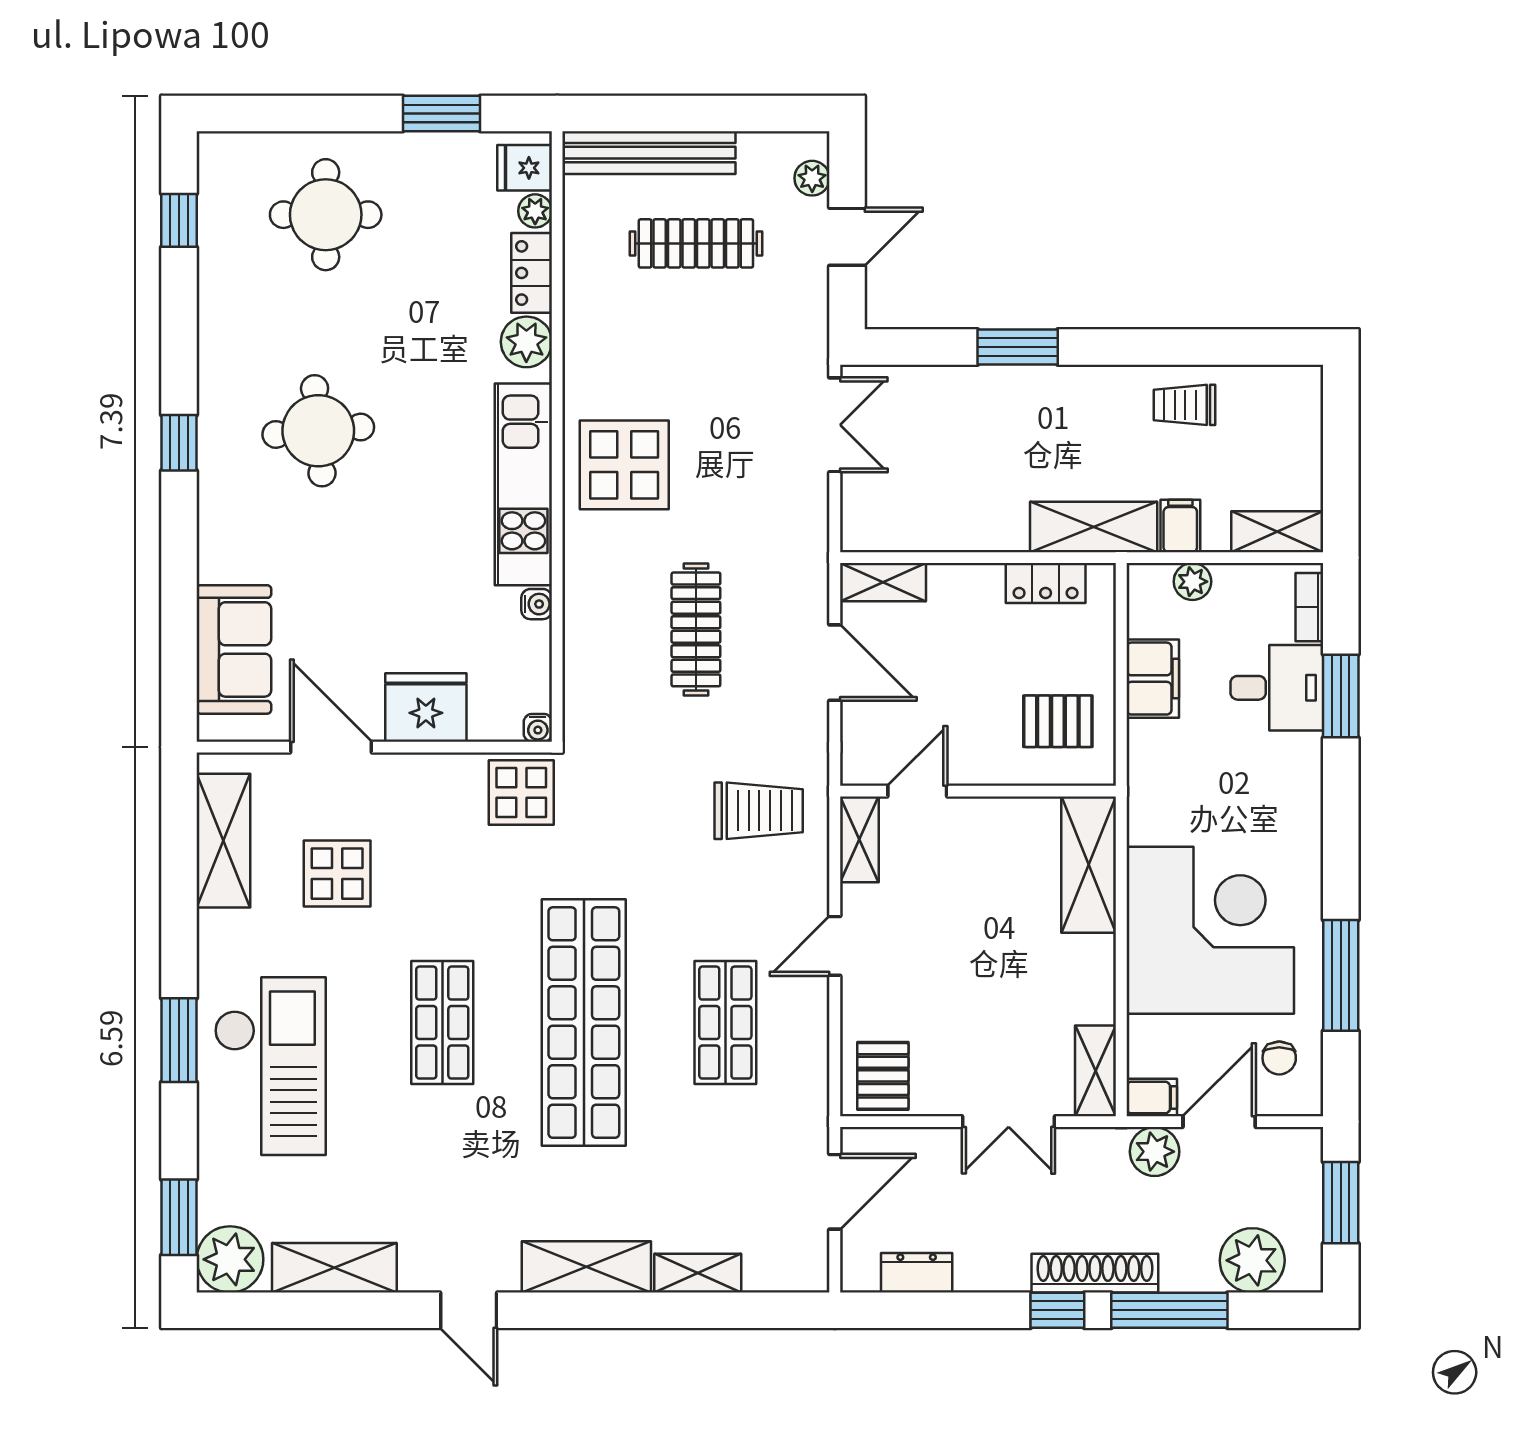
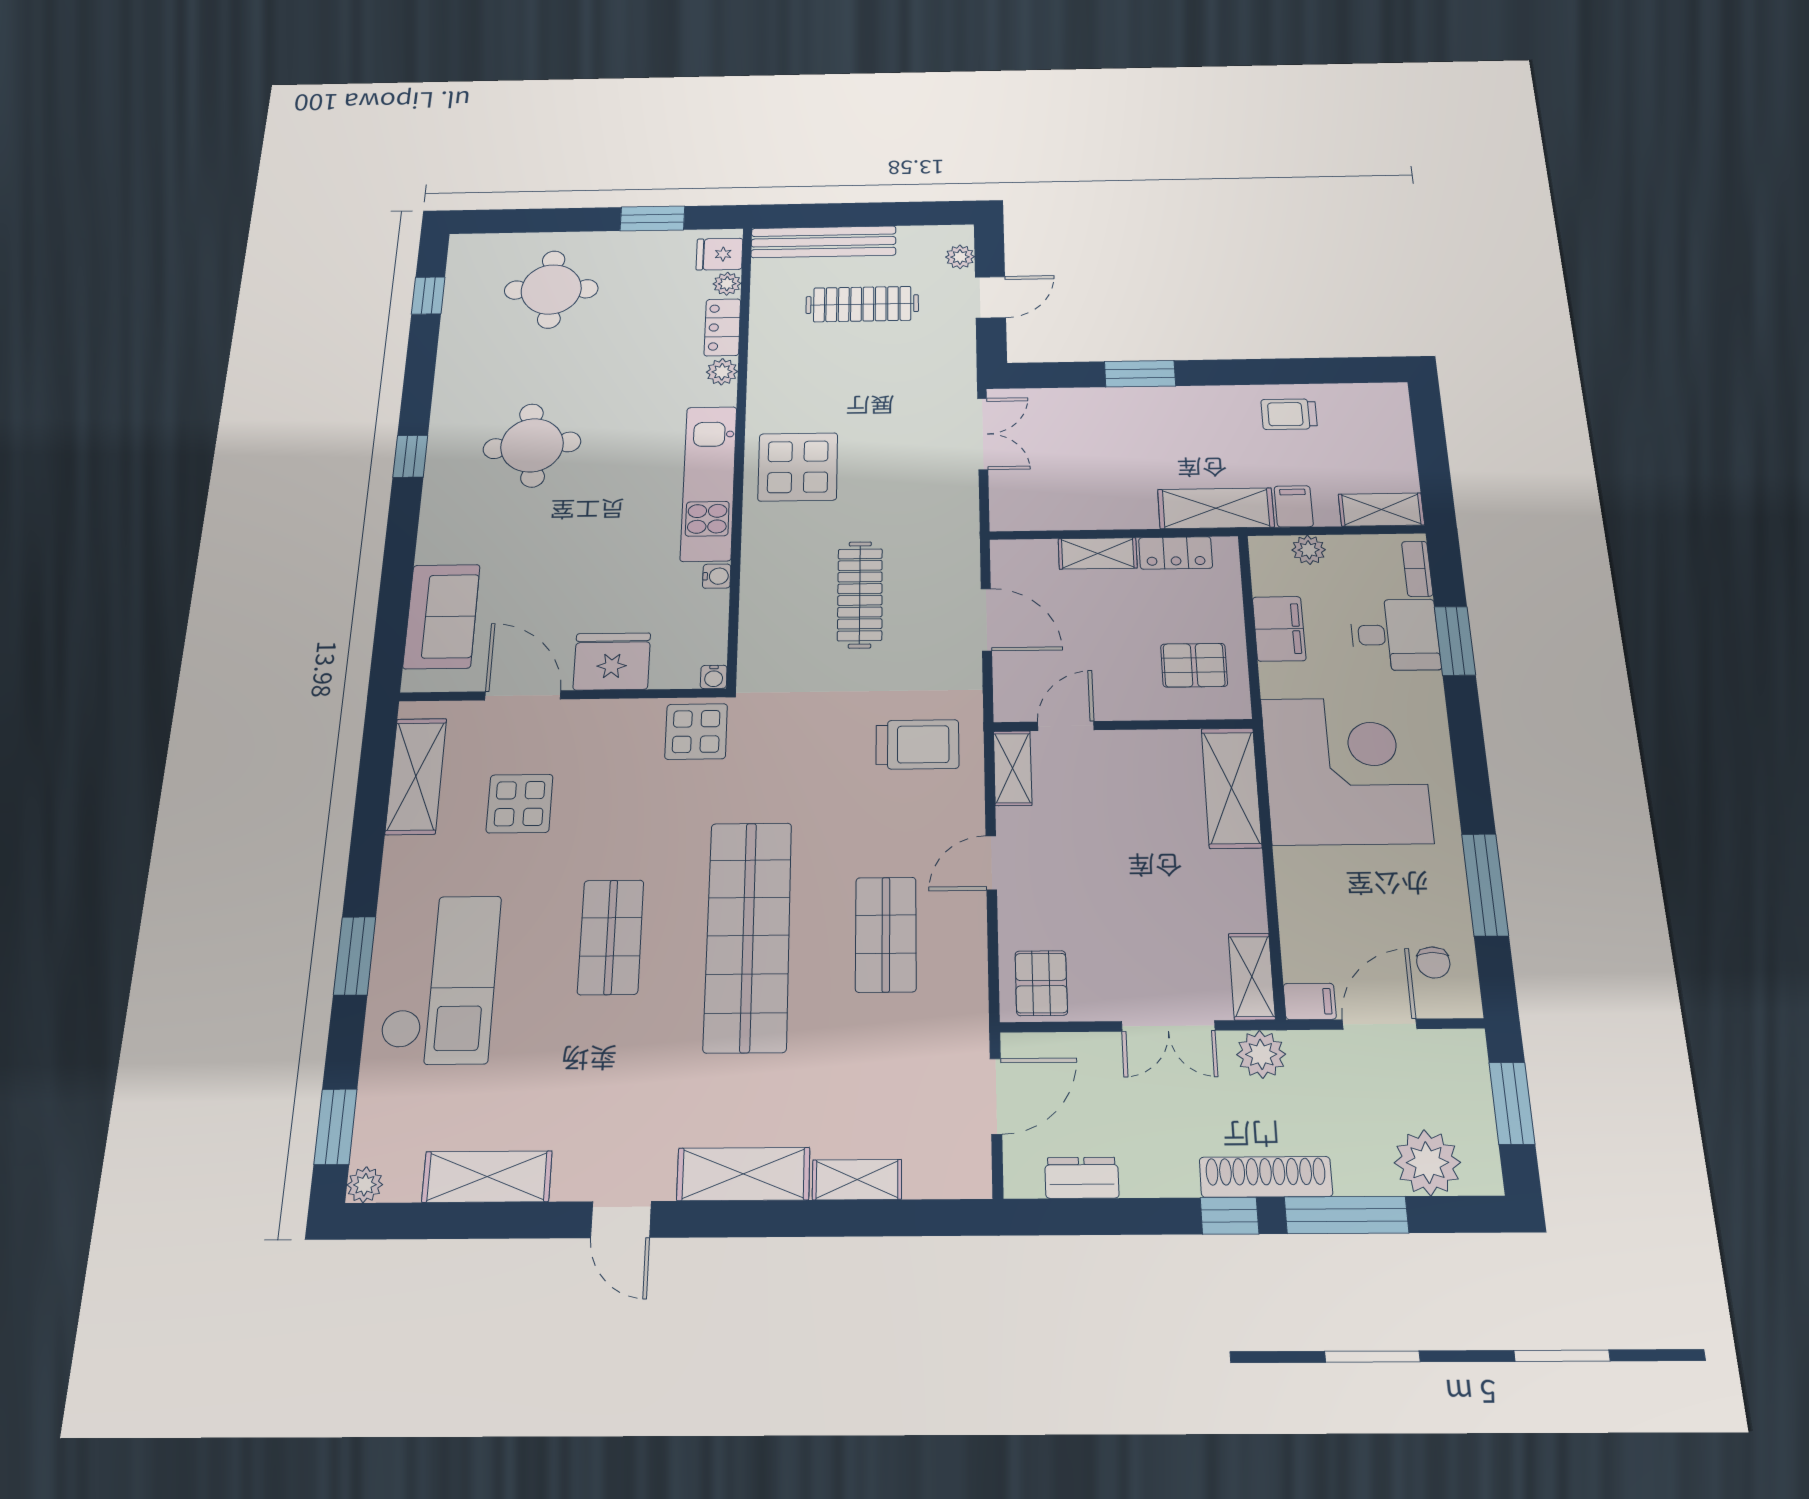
plant: (526, 342) -> (722, 372), width x0.73, depth x0.73
shelving: (883, 582) -> (1098, 553), moved
corner desk: (1210, 930) -> (1346, 770), moved
plant: (1155, 1152) -> (1261, 1054), moved
plant: (230, 1259) -> (365, 1185), width x0.53, depth x0.53

